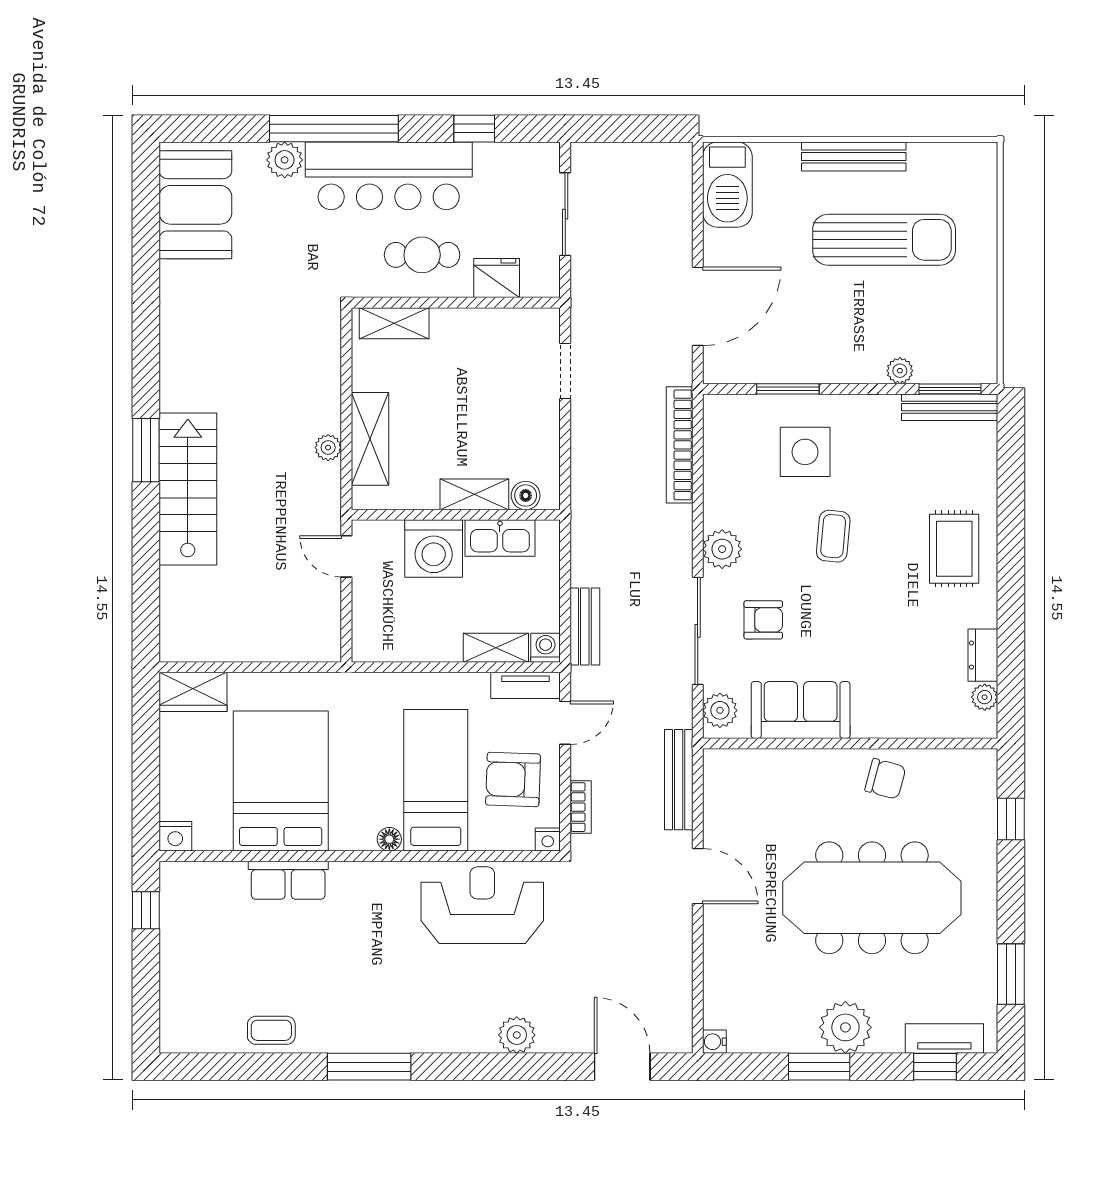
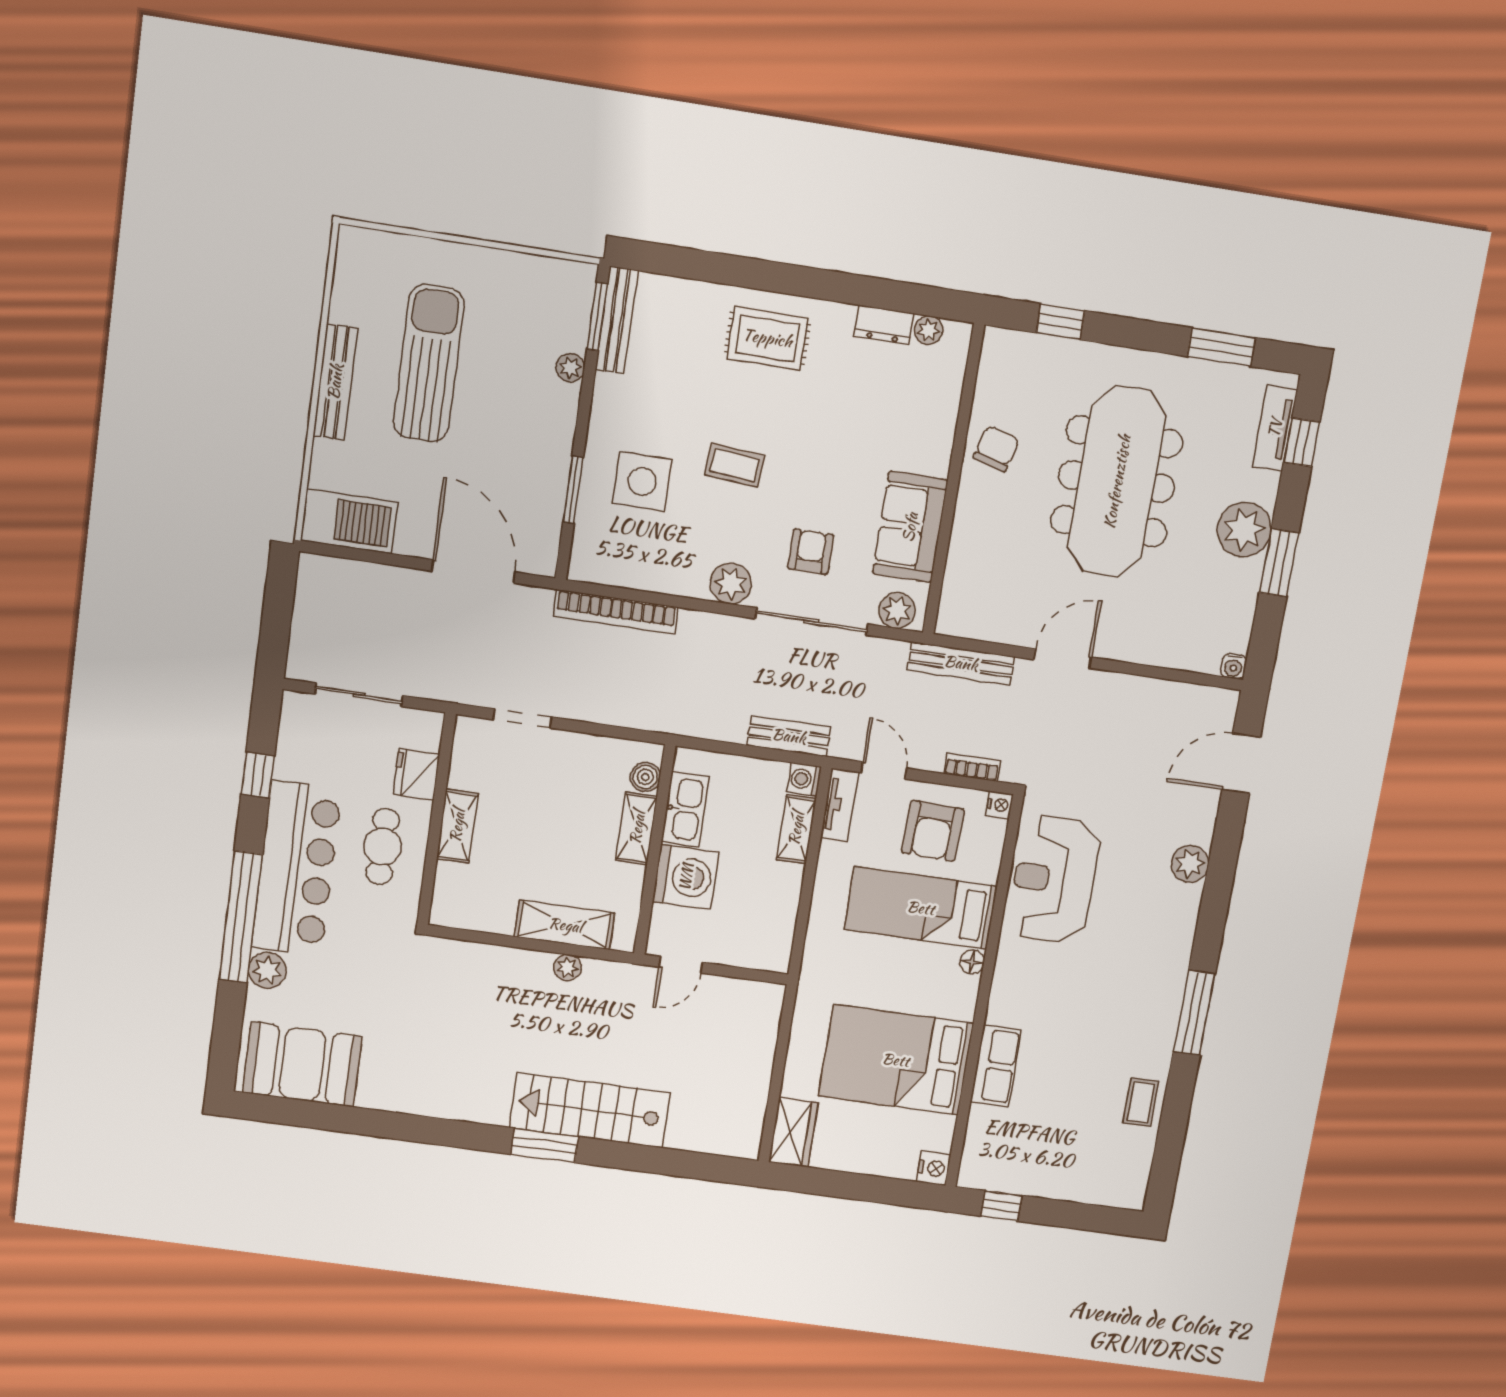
shelving: (394, 323) -> (457, 826), moved

